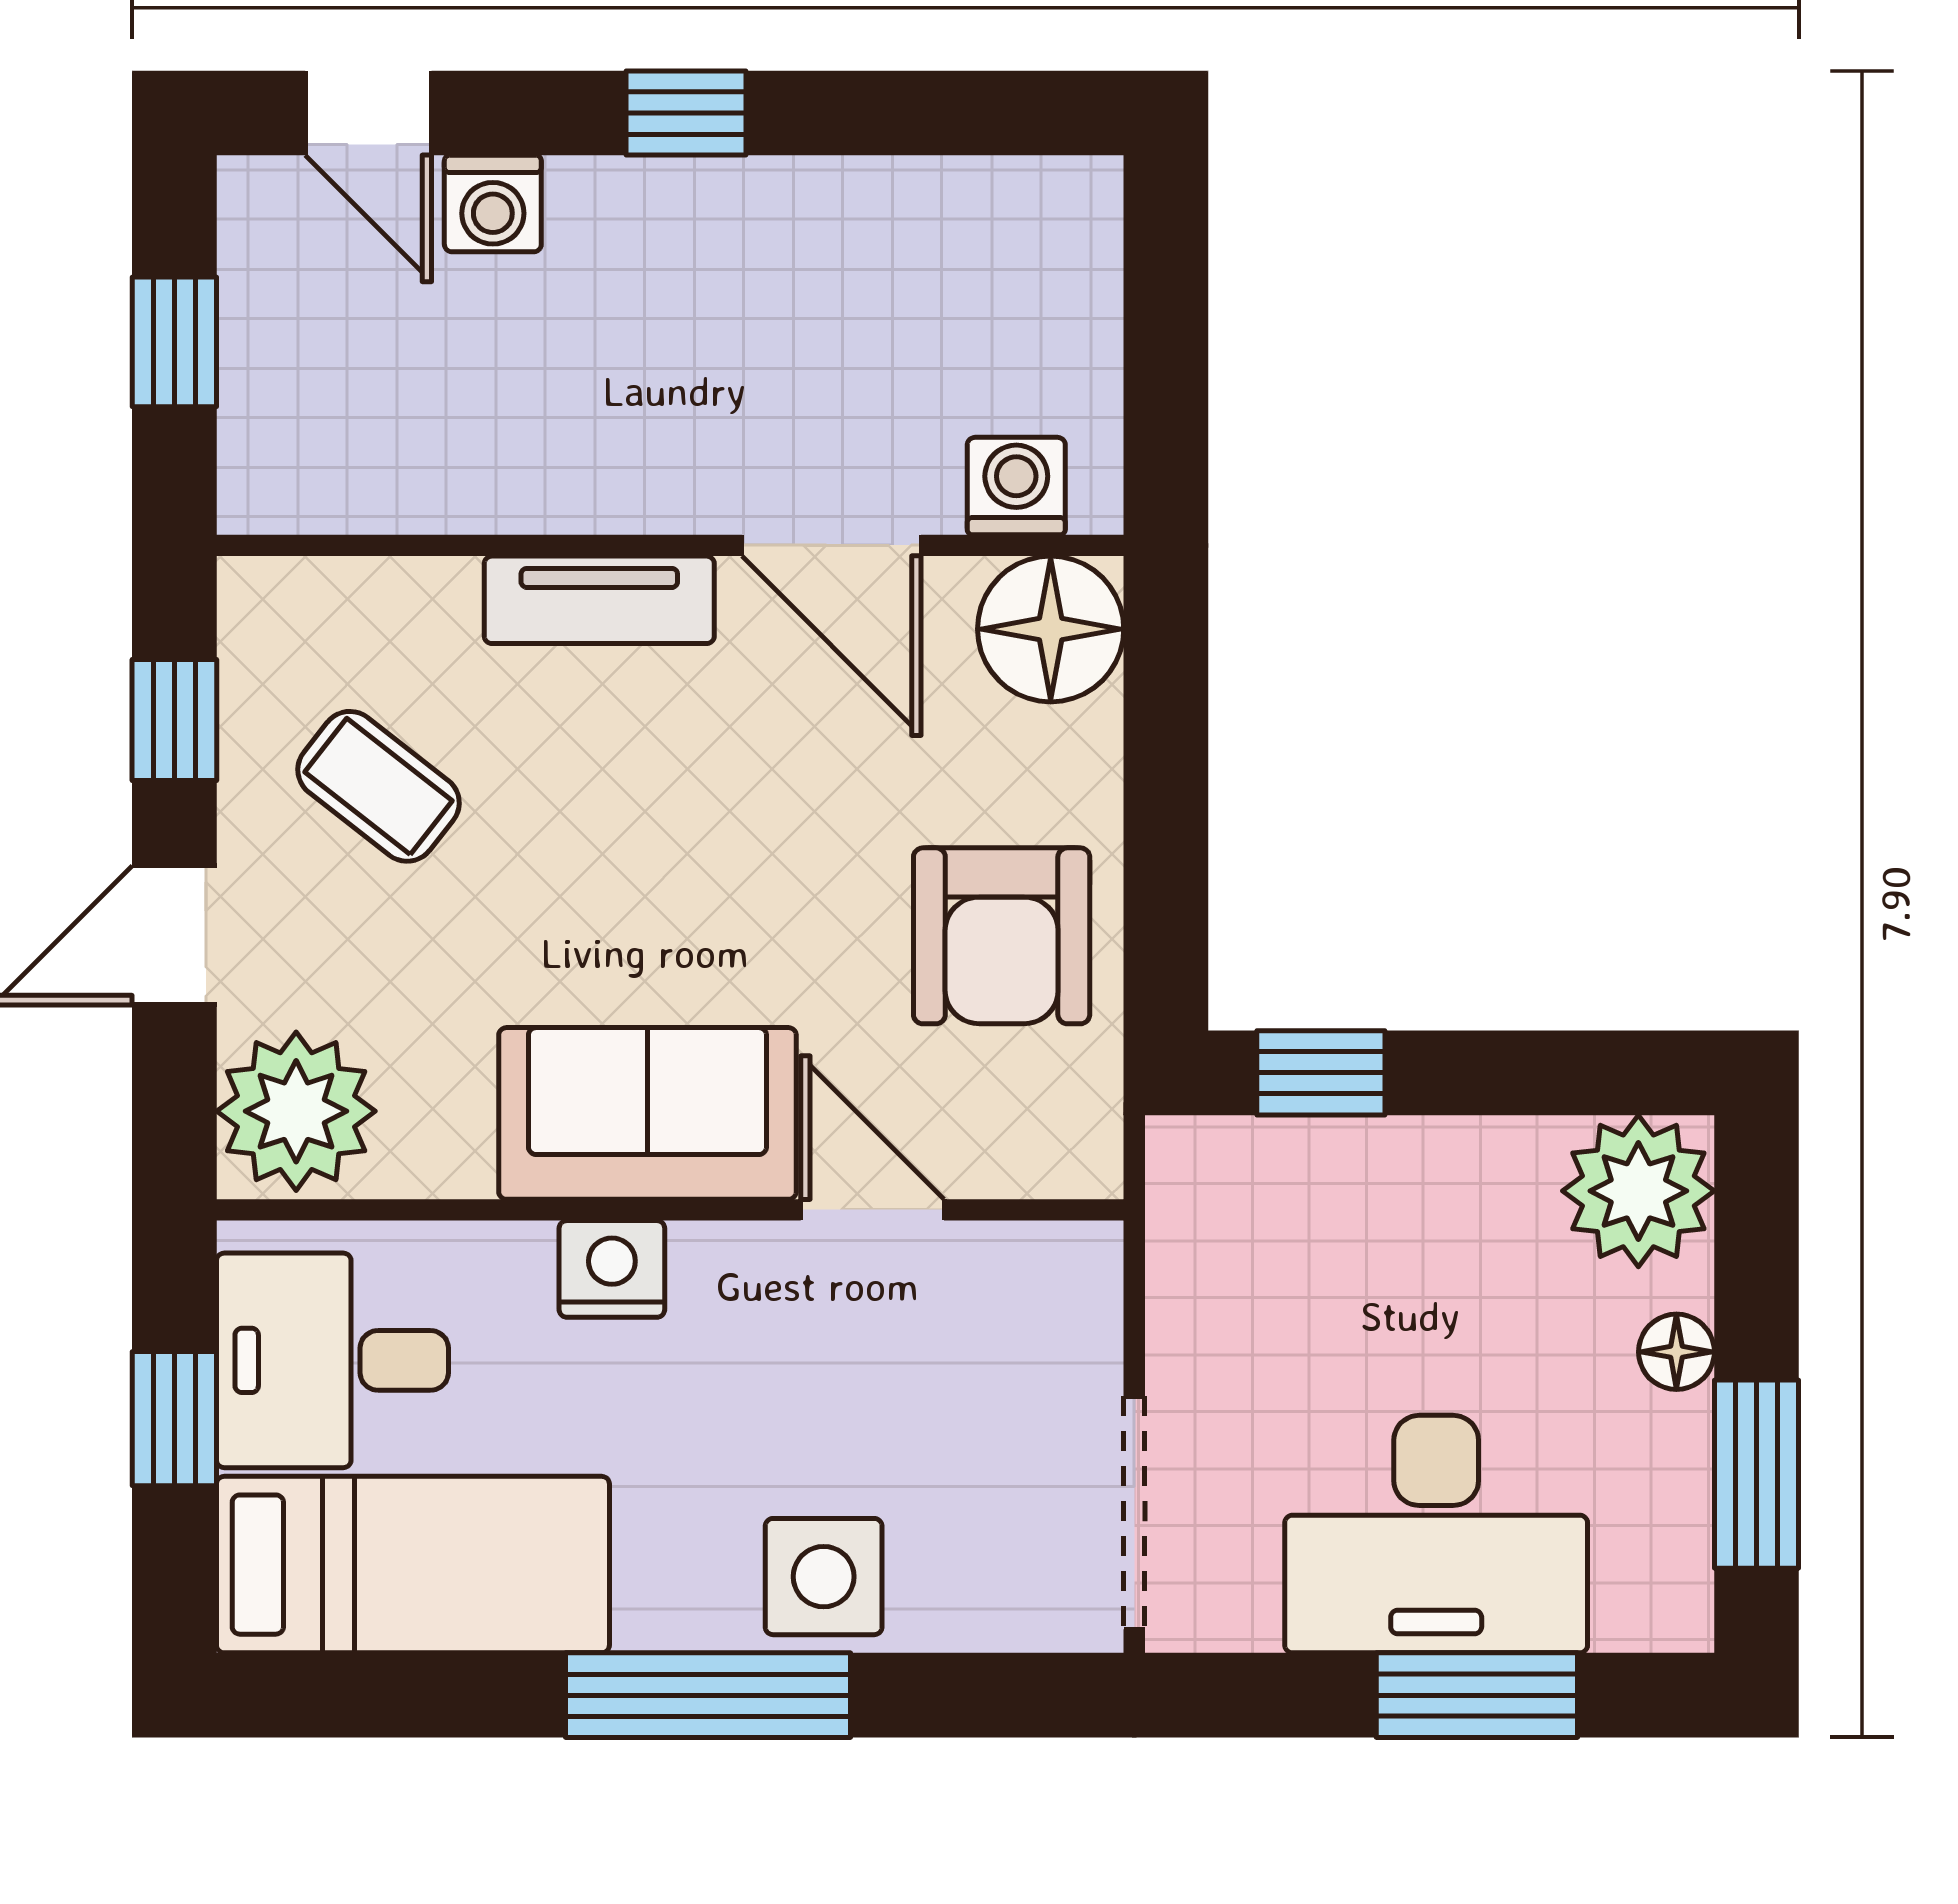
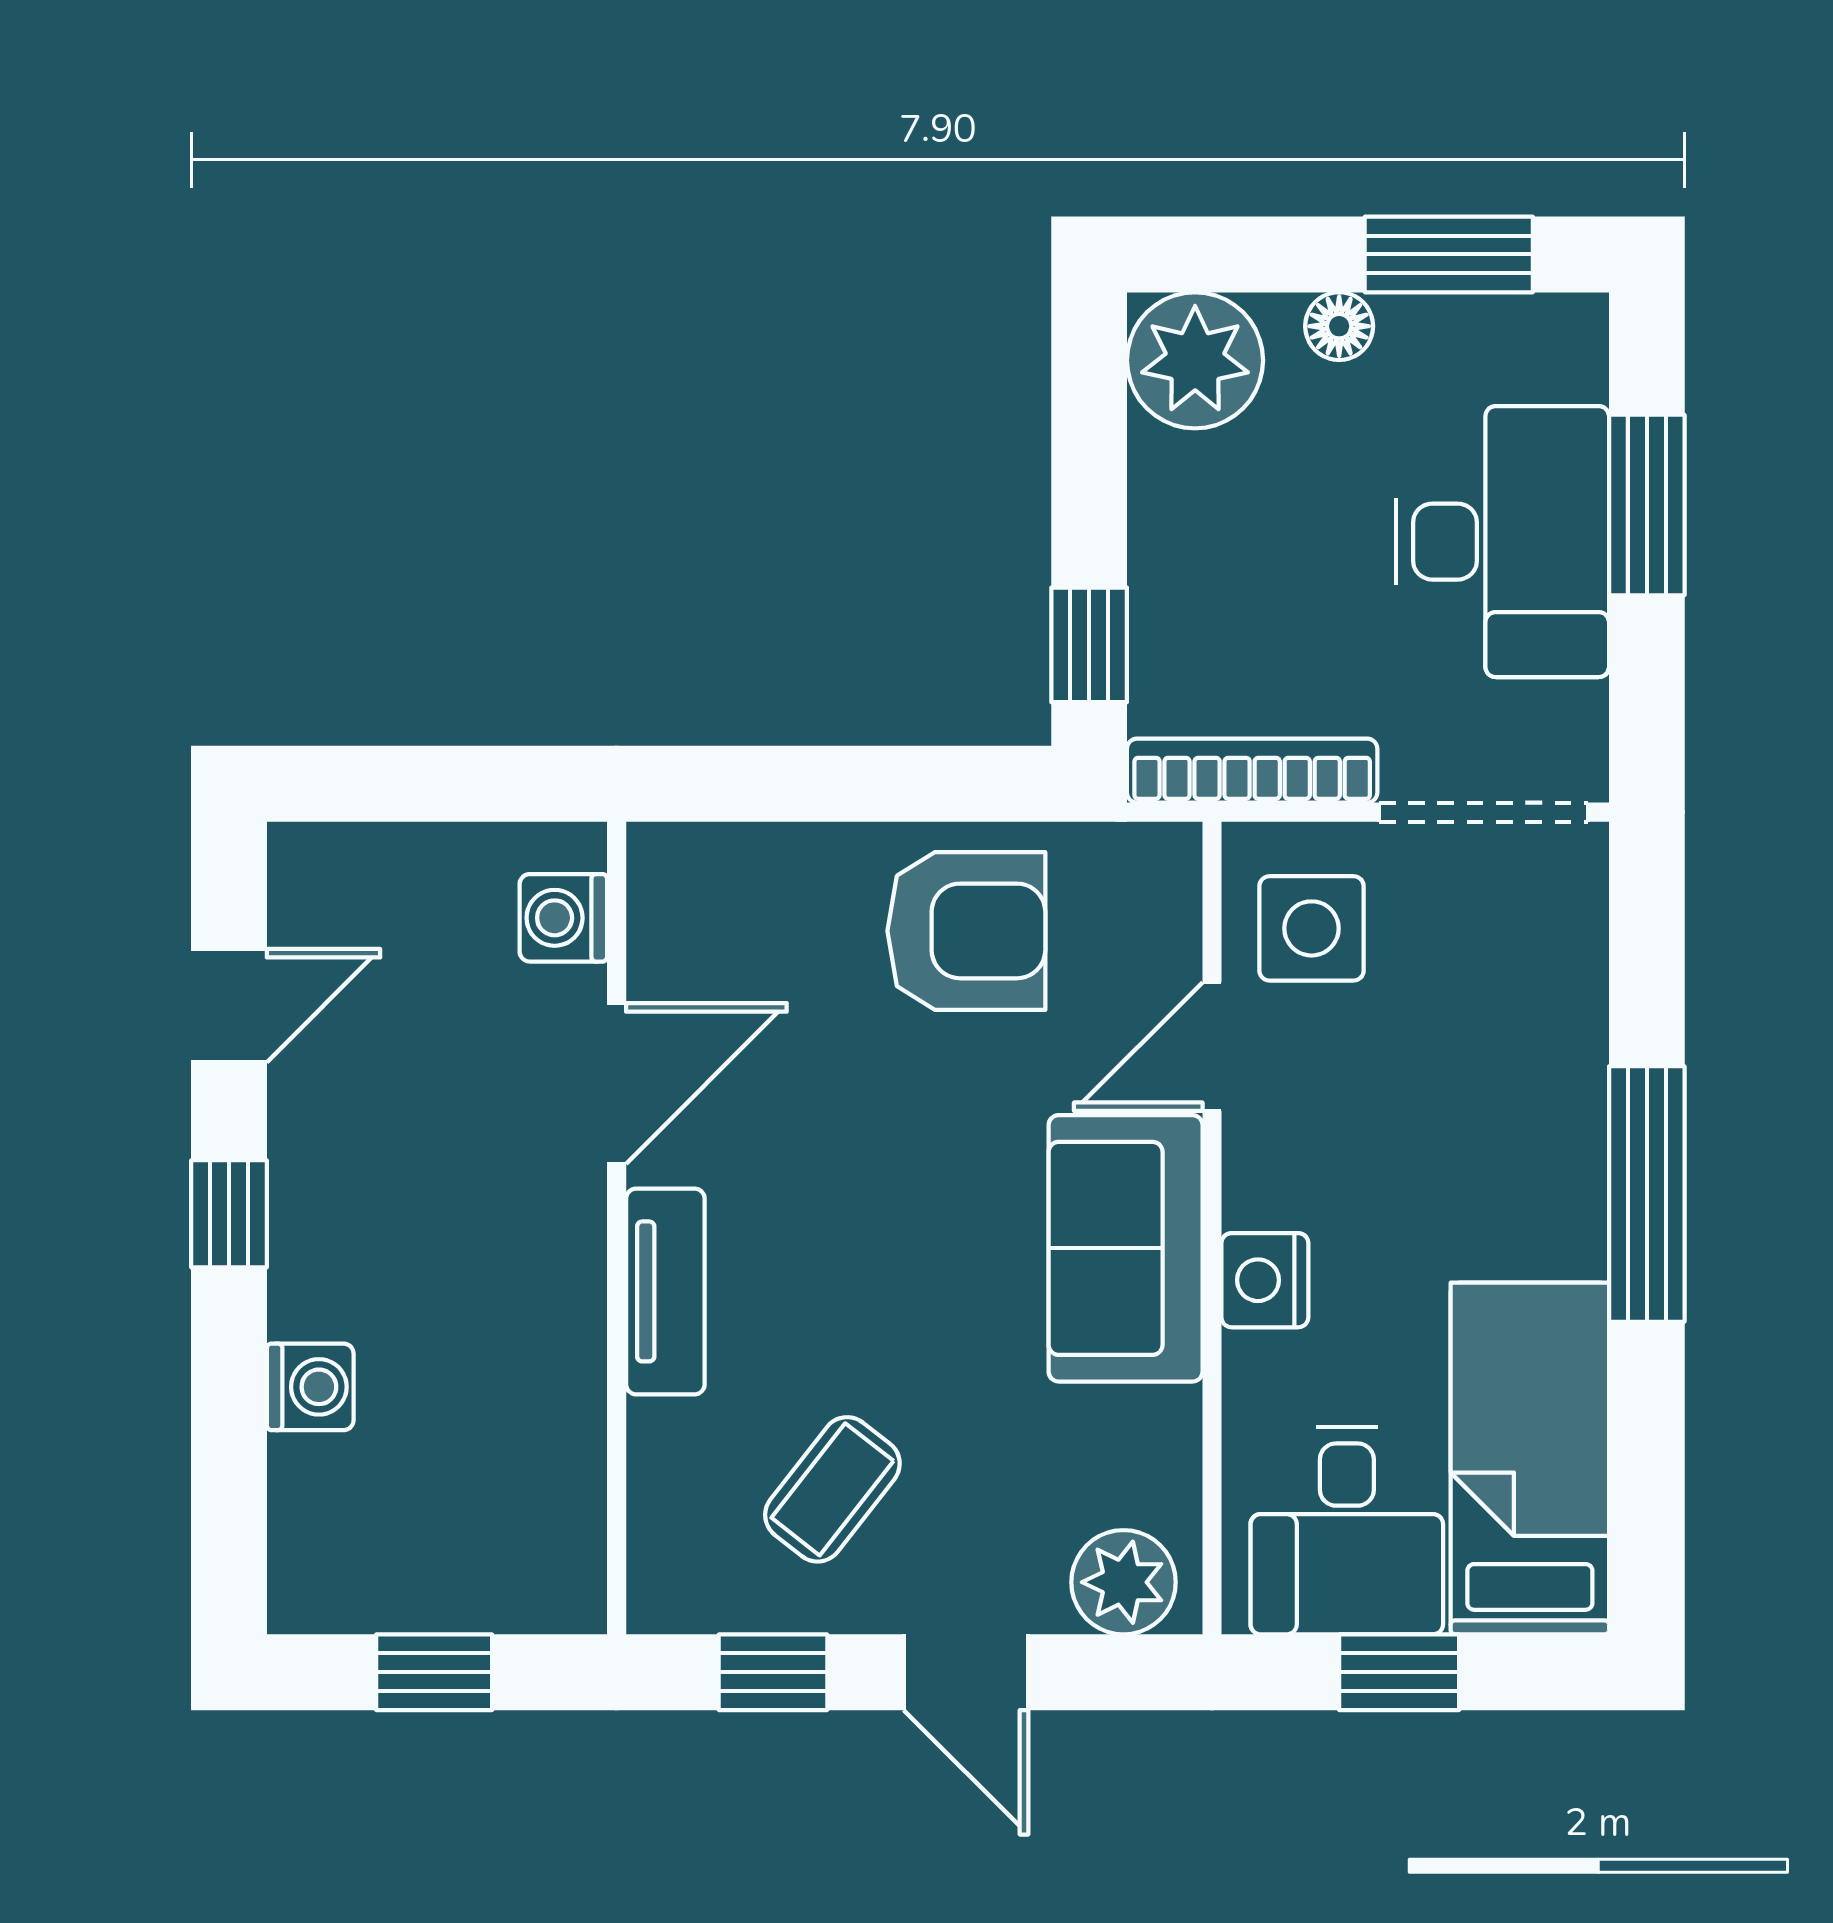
door: (368, 113) -> (229, 1006), moved
floor lamp: (1051, 629) -> (691, 887), removed
plant: (296, 1111) -> (1124, 1582), width x0.73, depth x0.73
bookcase: (1181, 1255) -> (1252, 771), added
side table: (824, 1577) -> (1312, 928), moved

